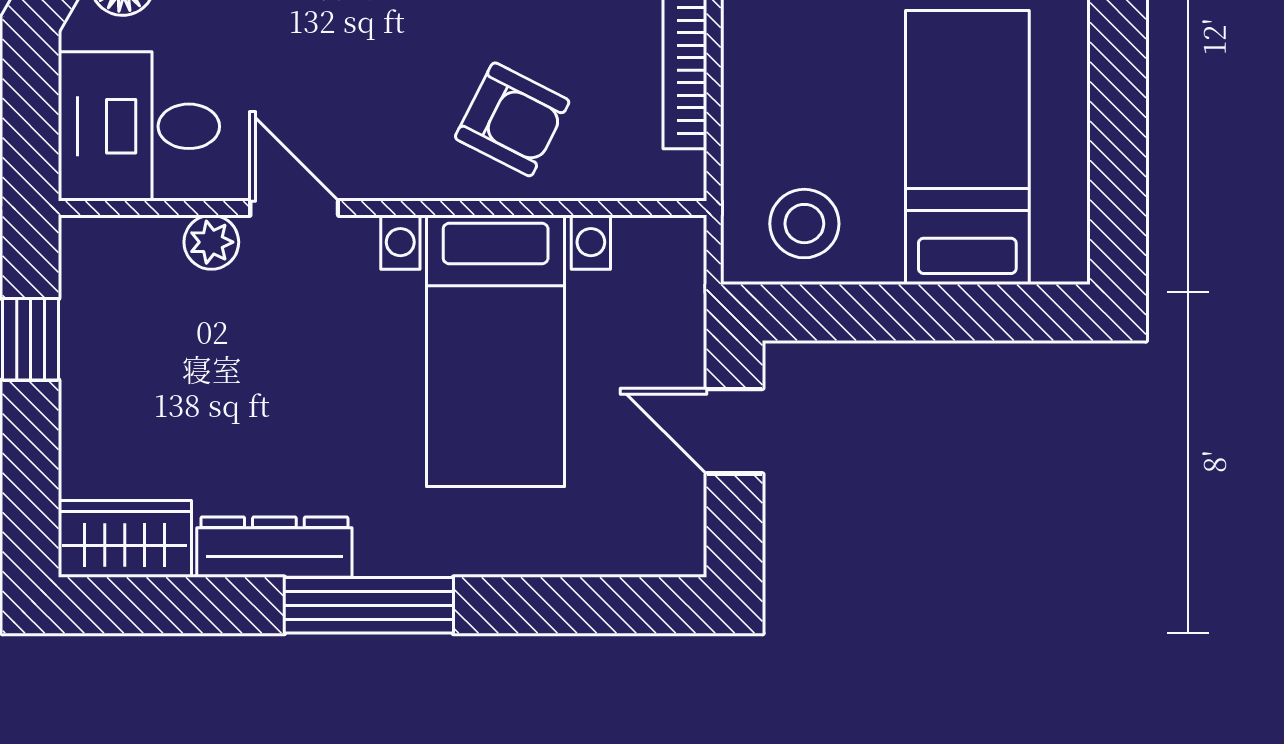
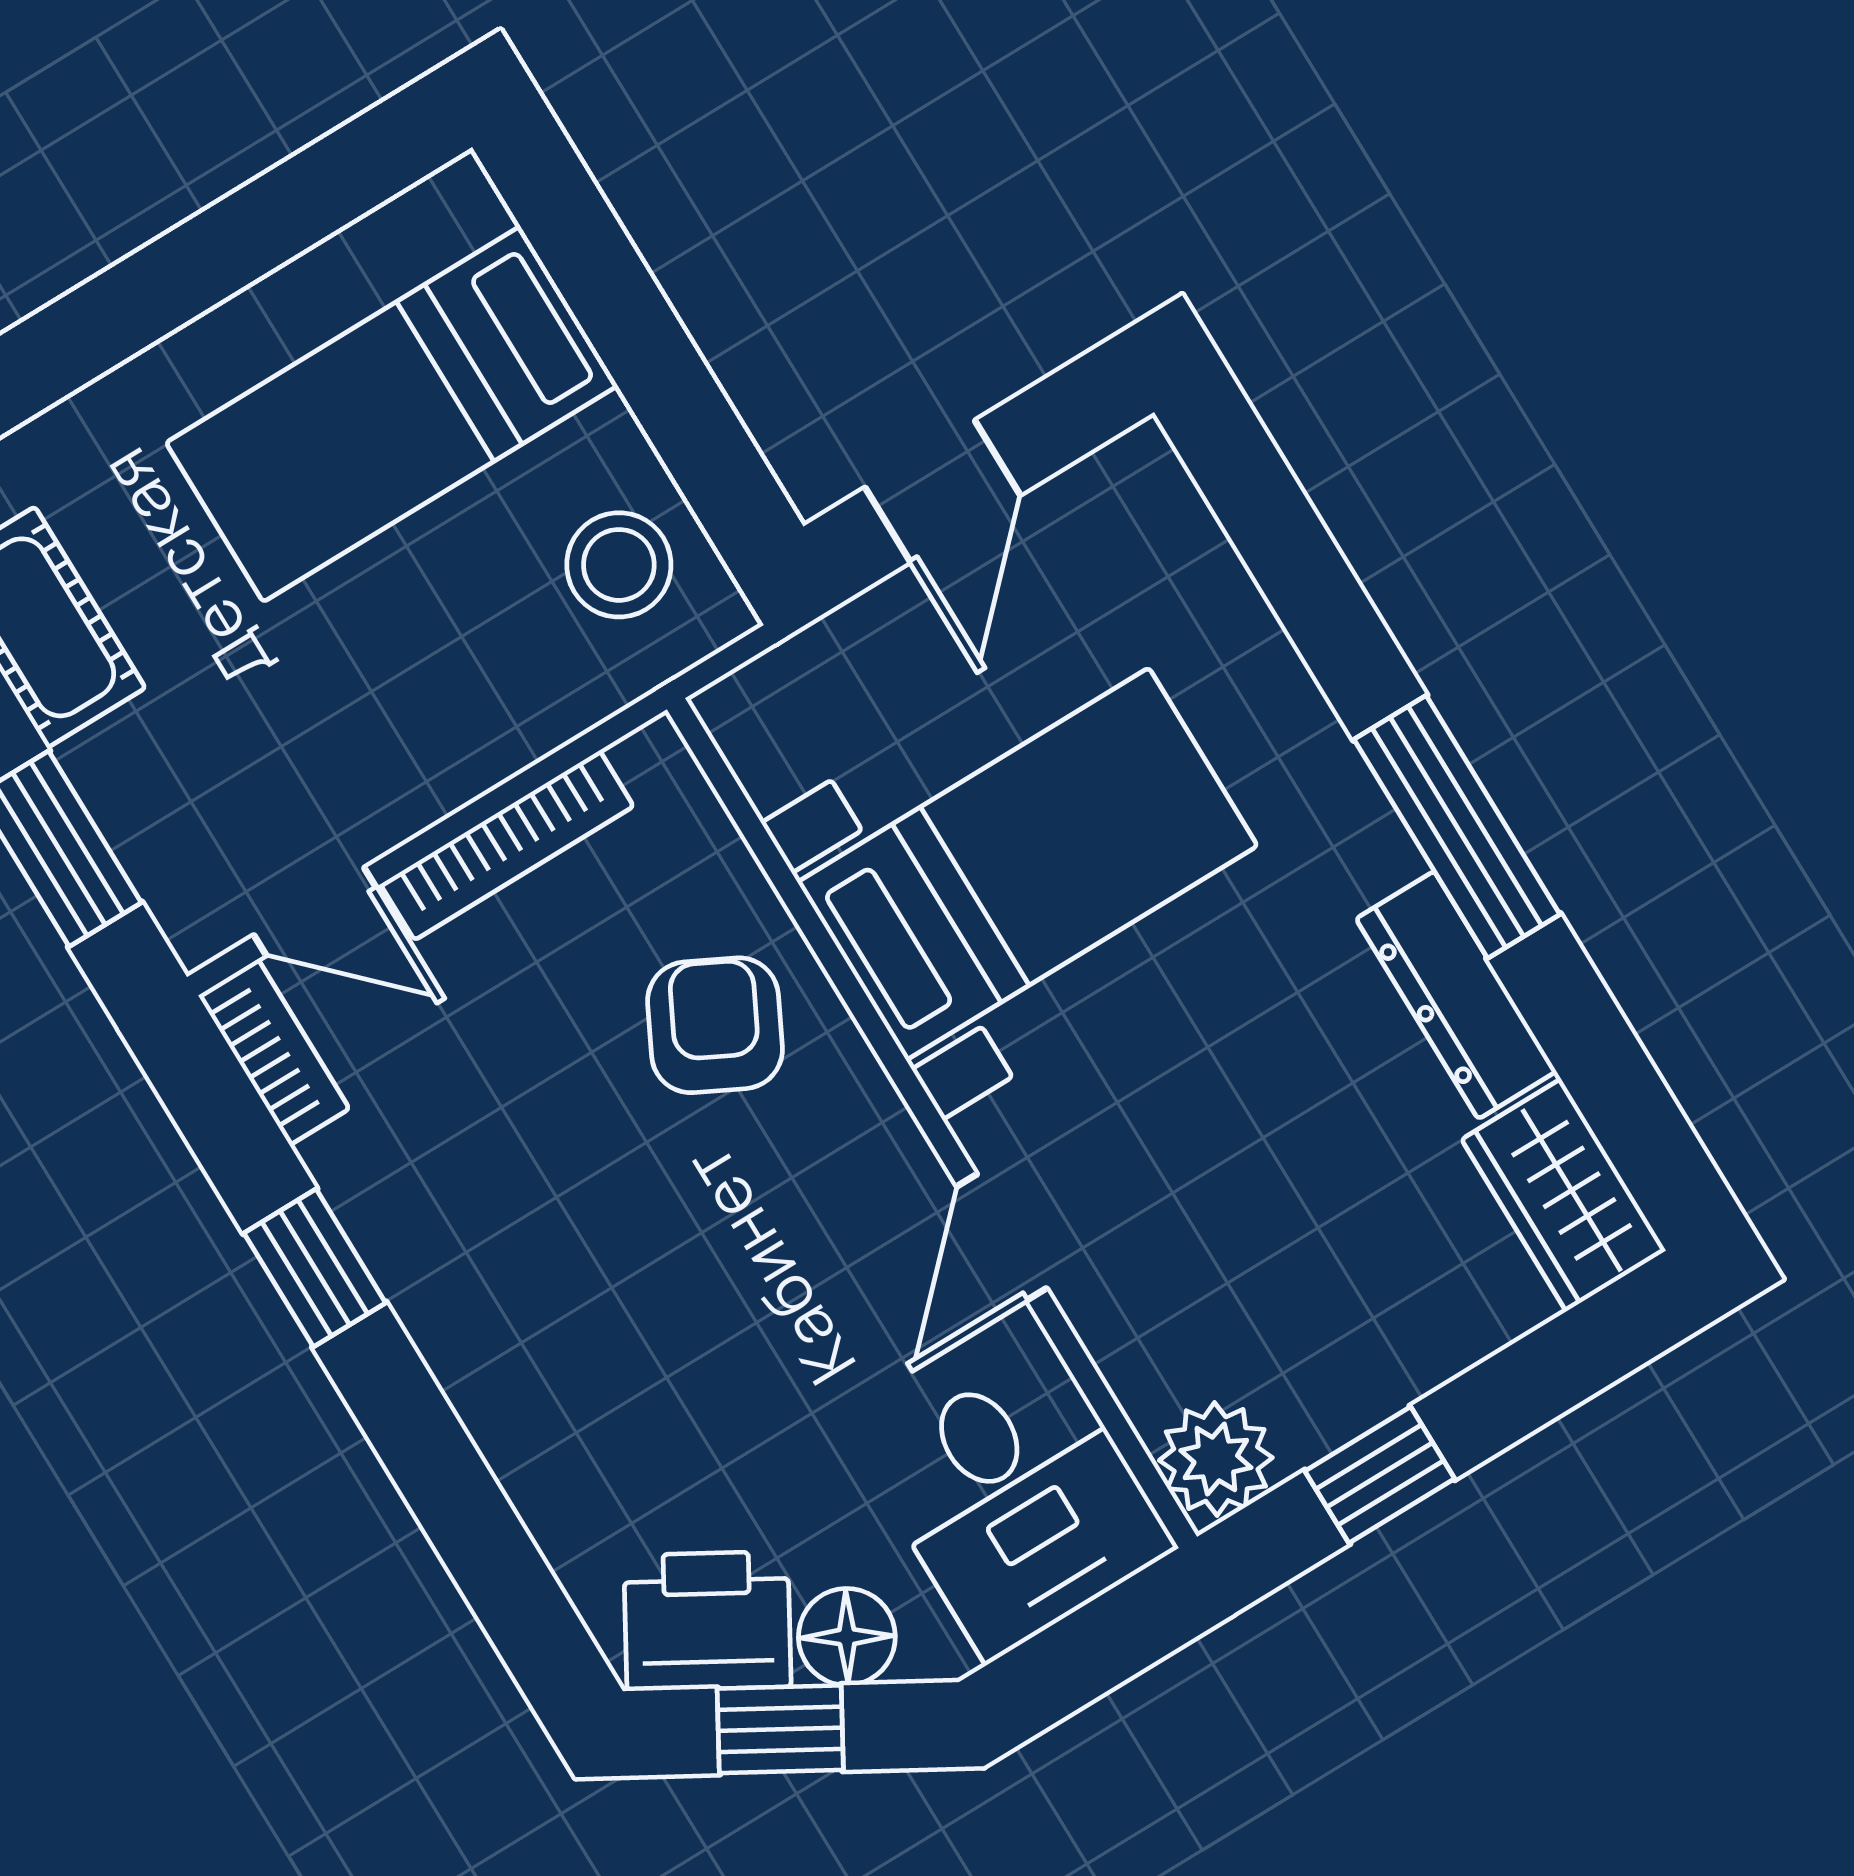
plant: (211, 242) -> (1216, 1459), moved, width x1.38, depth x1.38

